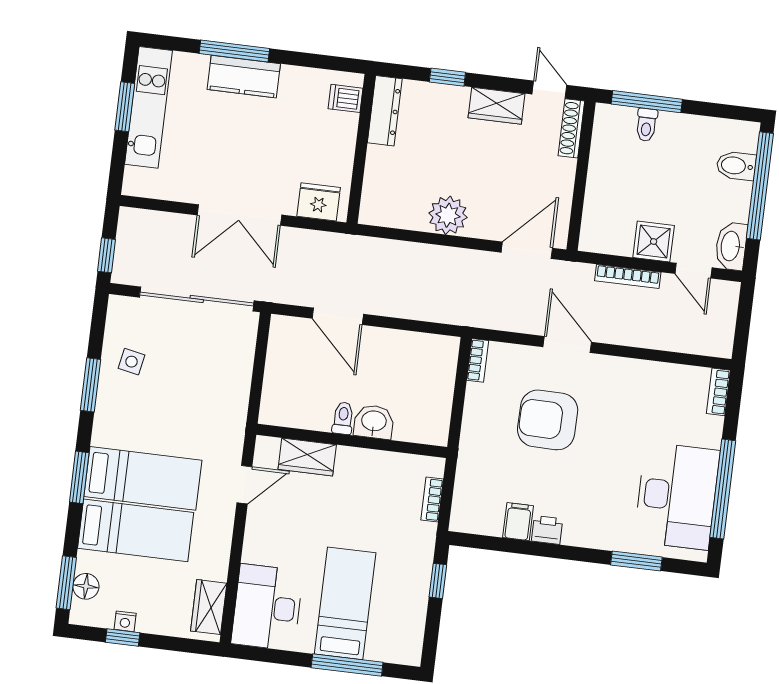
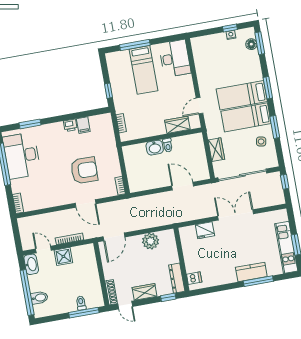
dishwasher: (346, 98) -> (194, 278), moved
dresser: (385, 111) -> (177, 278), moved
wall: (361, 149) -> (182, 260), moved
bed: (136, 530) -> (246, 117), moved
wardrobe: (209, 607) -> (216, 150), moved

